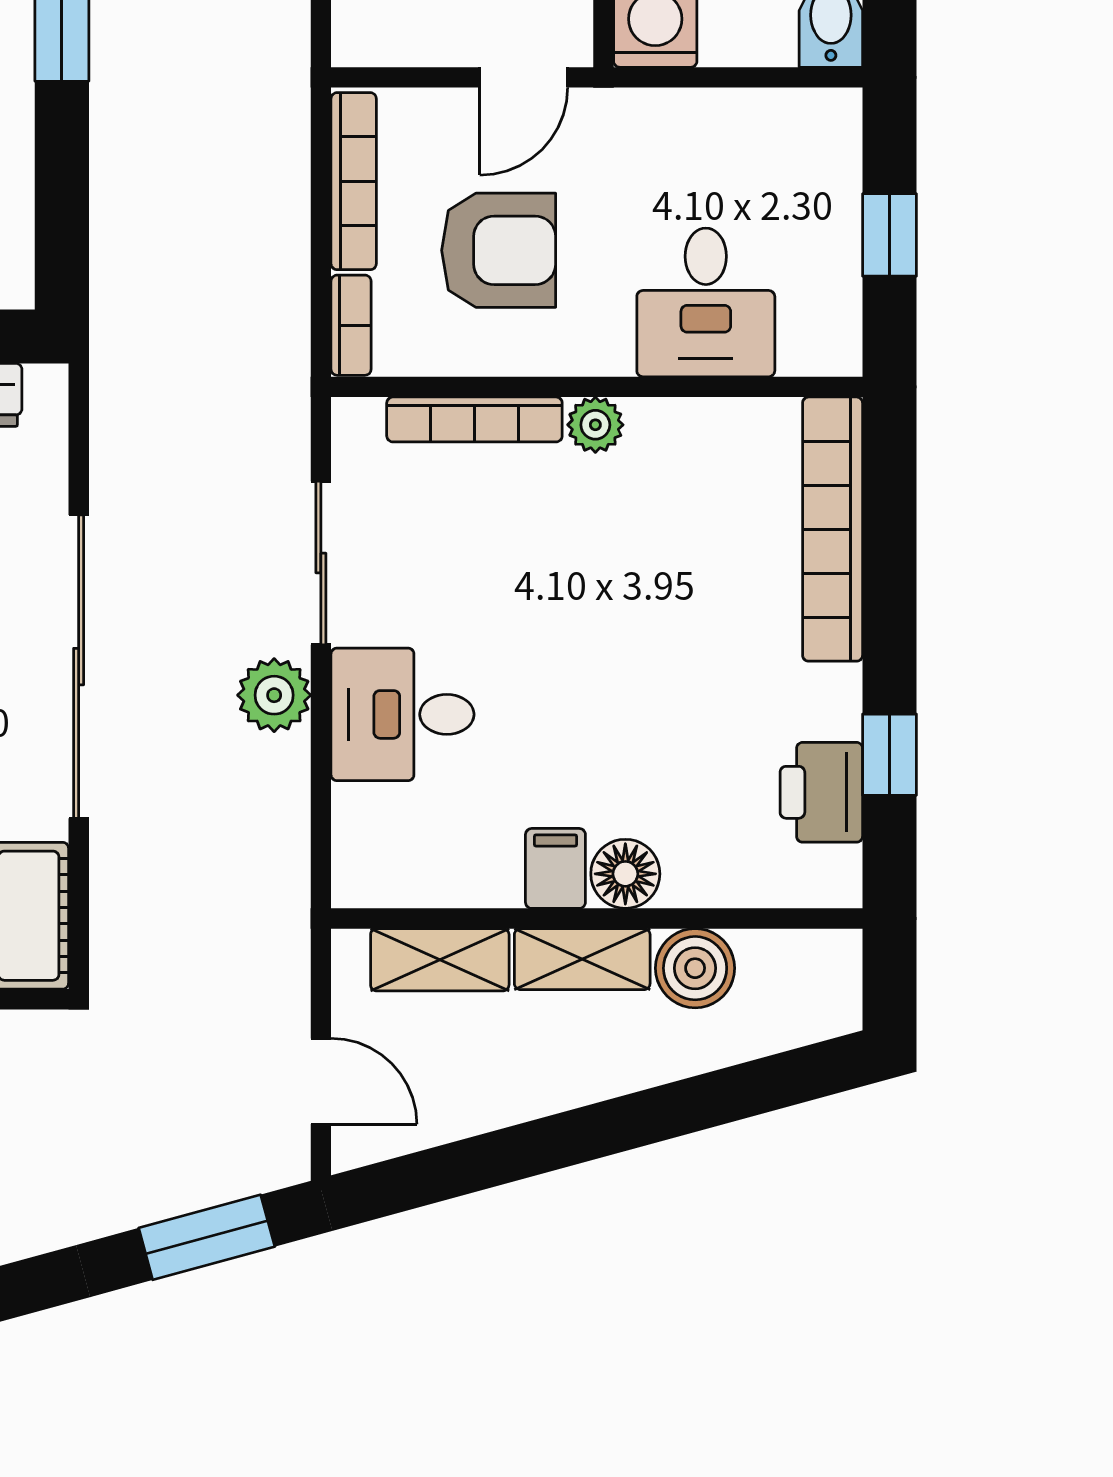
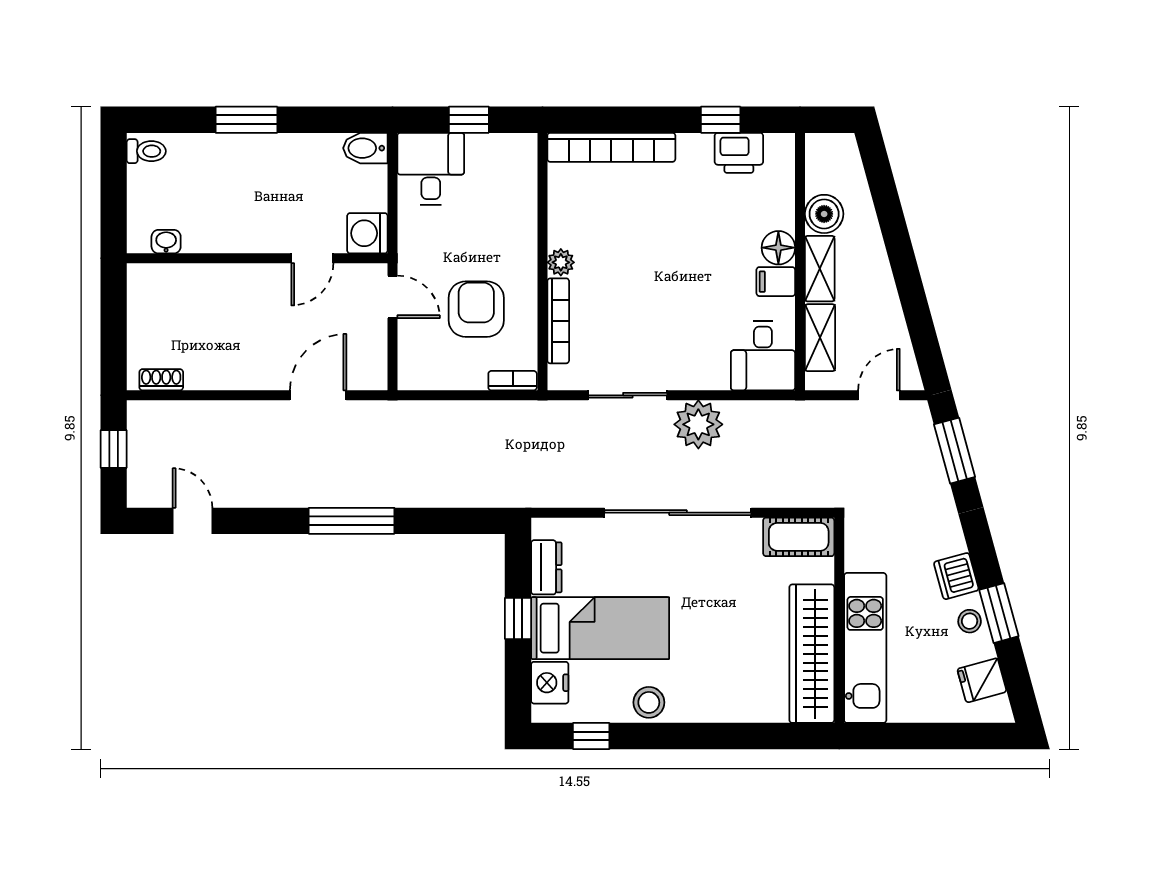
bookcase: (354, 181) -> (443, 379), removed
desk: (706, 302) -> (431, 169), moved, turned -90
plant: (274, 695) -> (698, 424), width x1.36, depth x1.36
desk: (403, 714) -> (763, 356), moved

